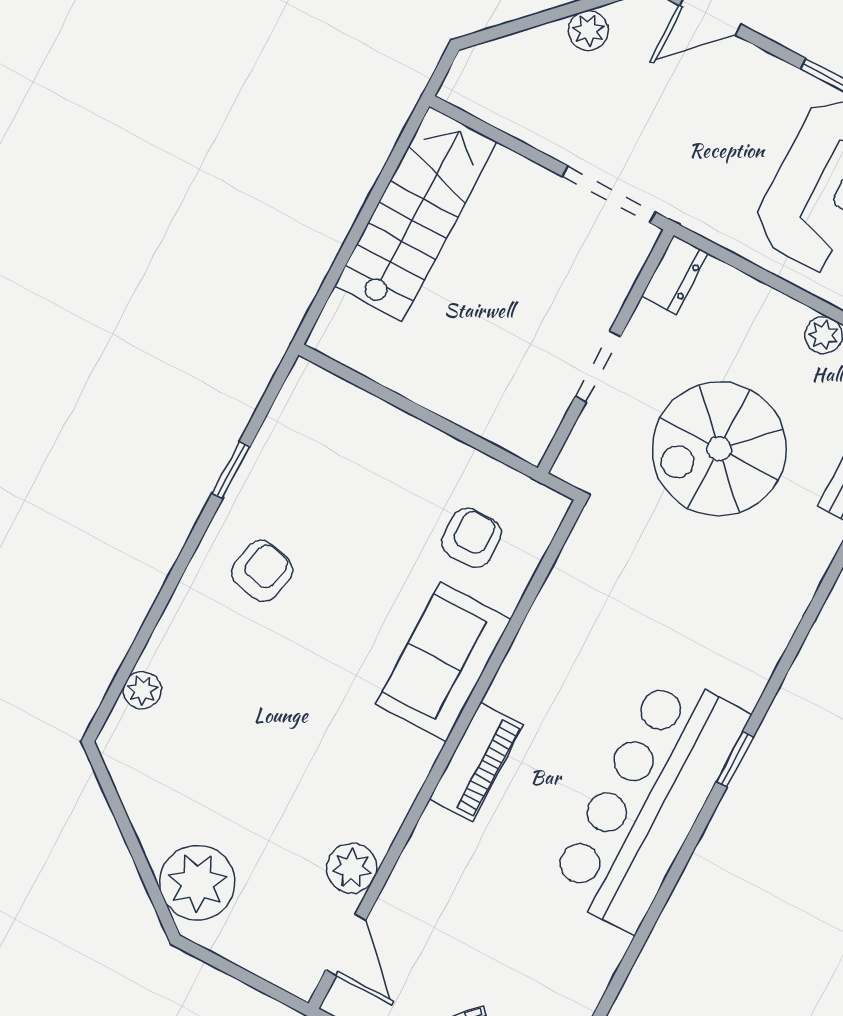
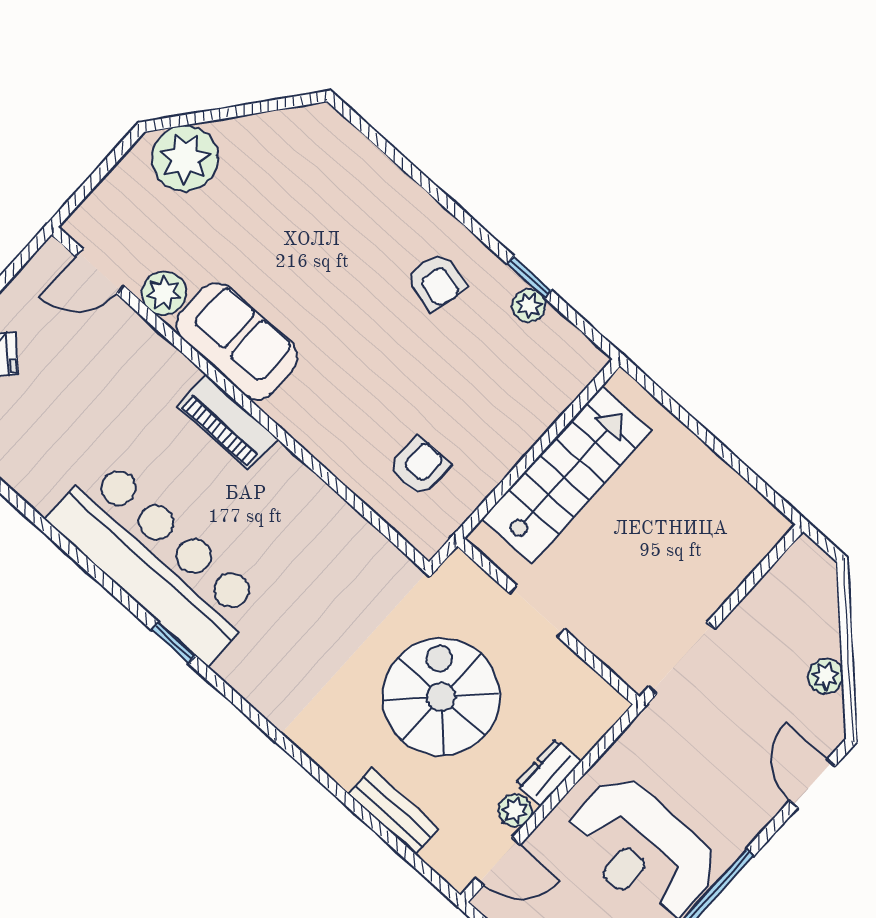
stairs: (416, 214) -> (567, 475), moved, turned -90
dresser: (675, 275) -> (549, 772), moved, turned 90
armchair: (471, 538) -> (419, 467), turned -90
sofa: (443, 662) -> (237, 341), moved
plant: (142, 690) -> (529, 306), moved

